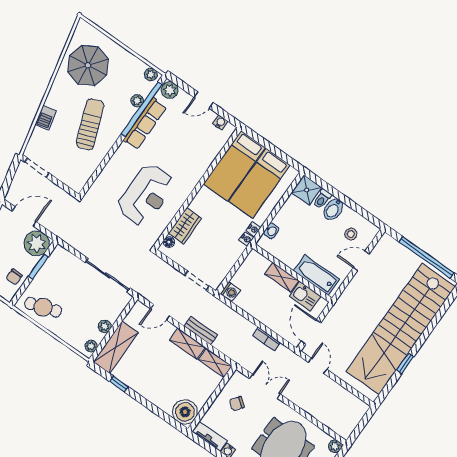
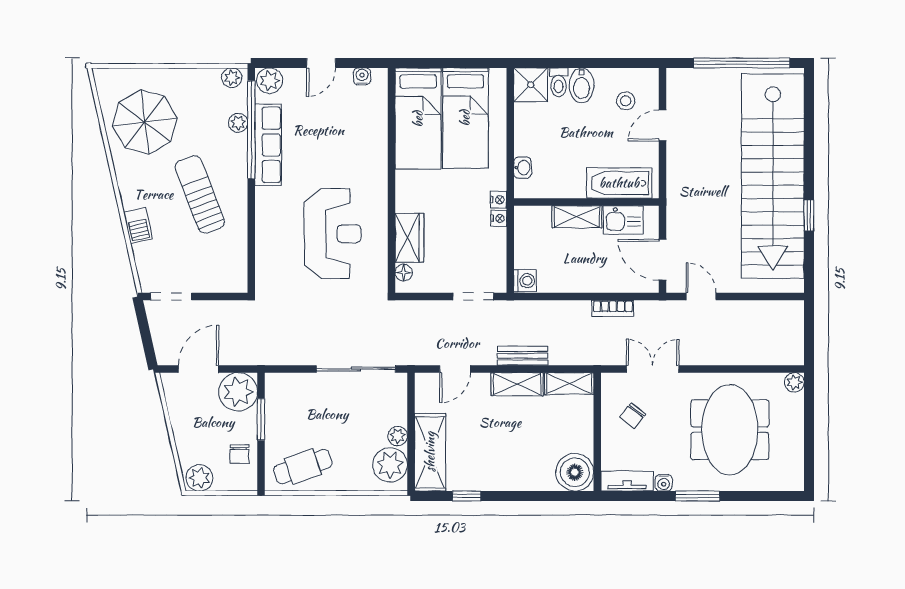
nightstand: (254, 229) -> (499, 218), moved
plant: (91, 346) -> (390, 465), width x1.87, depth x1.87

